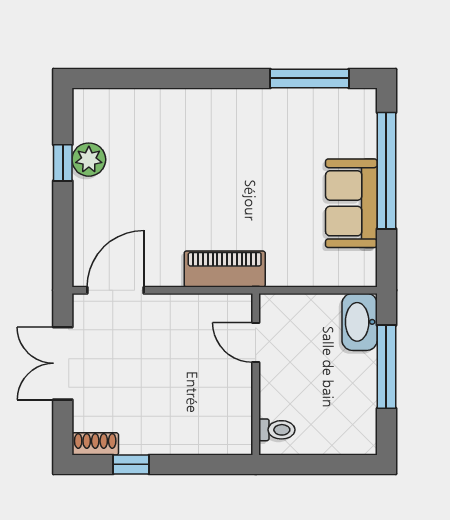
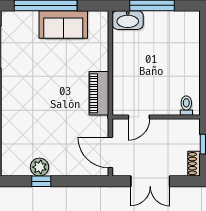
door: (256, 343) -> (139, 117), moved
wall: (256, 374) -> (156, 117), moved
toilet: (277, 430) -> (186, 106), moved

